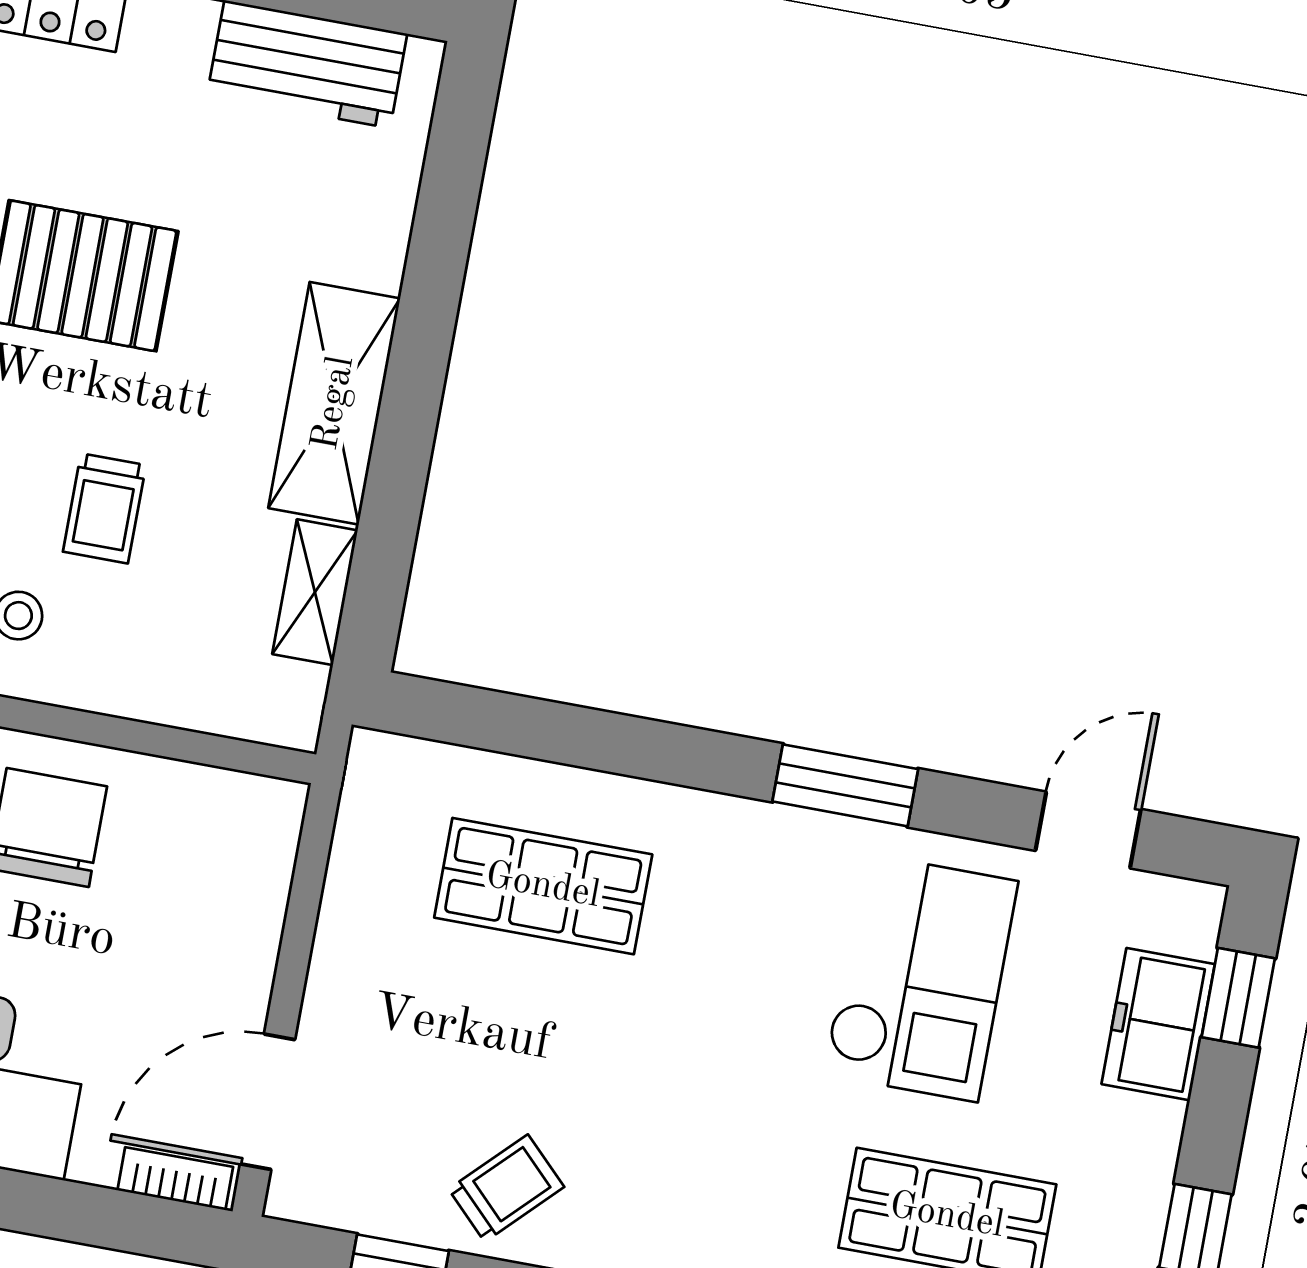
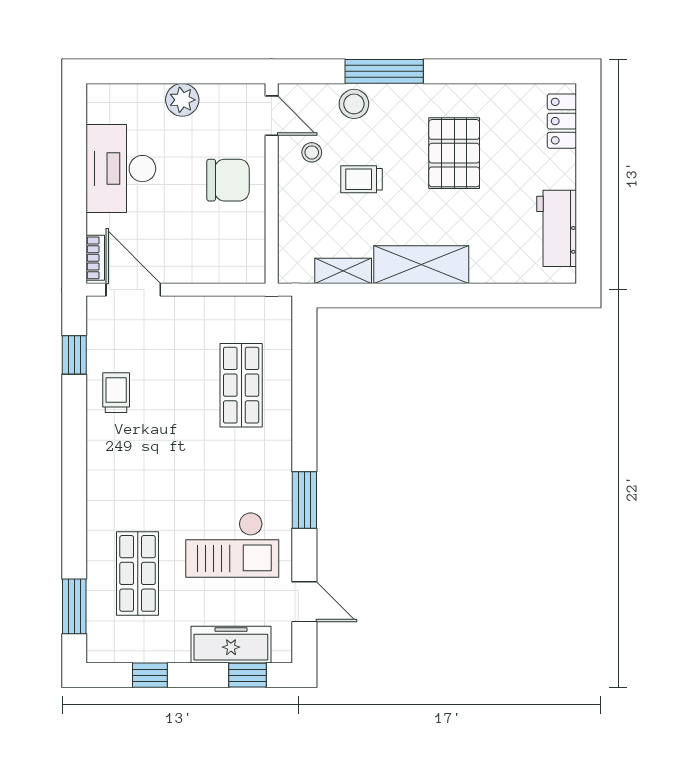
freezer: (1158, 1024) -> (231, 645), width x1.40
trolley: (506, 1188) -> (116, 393), turned -135

